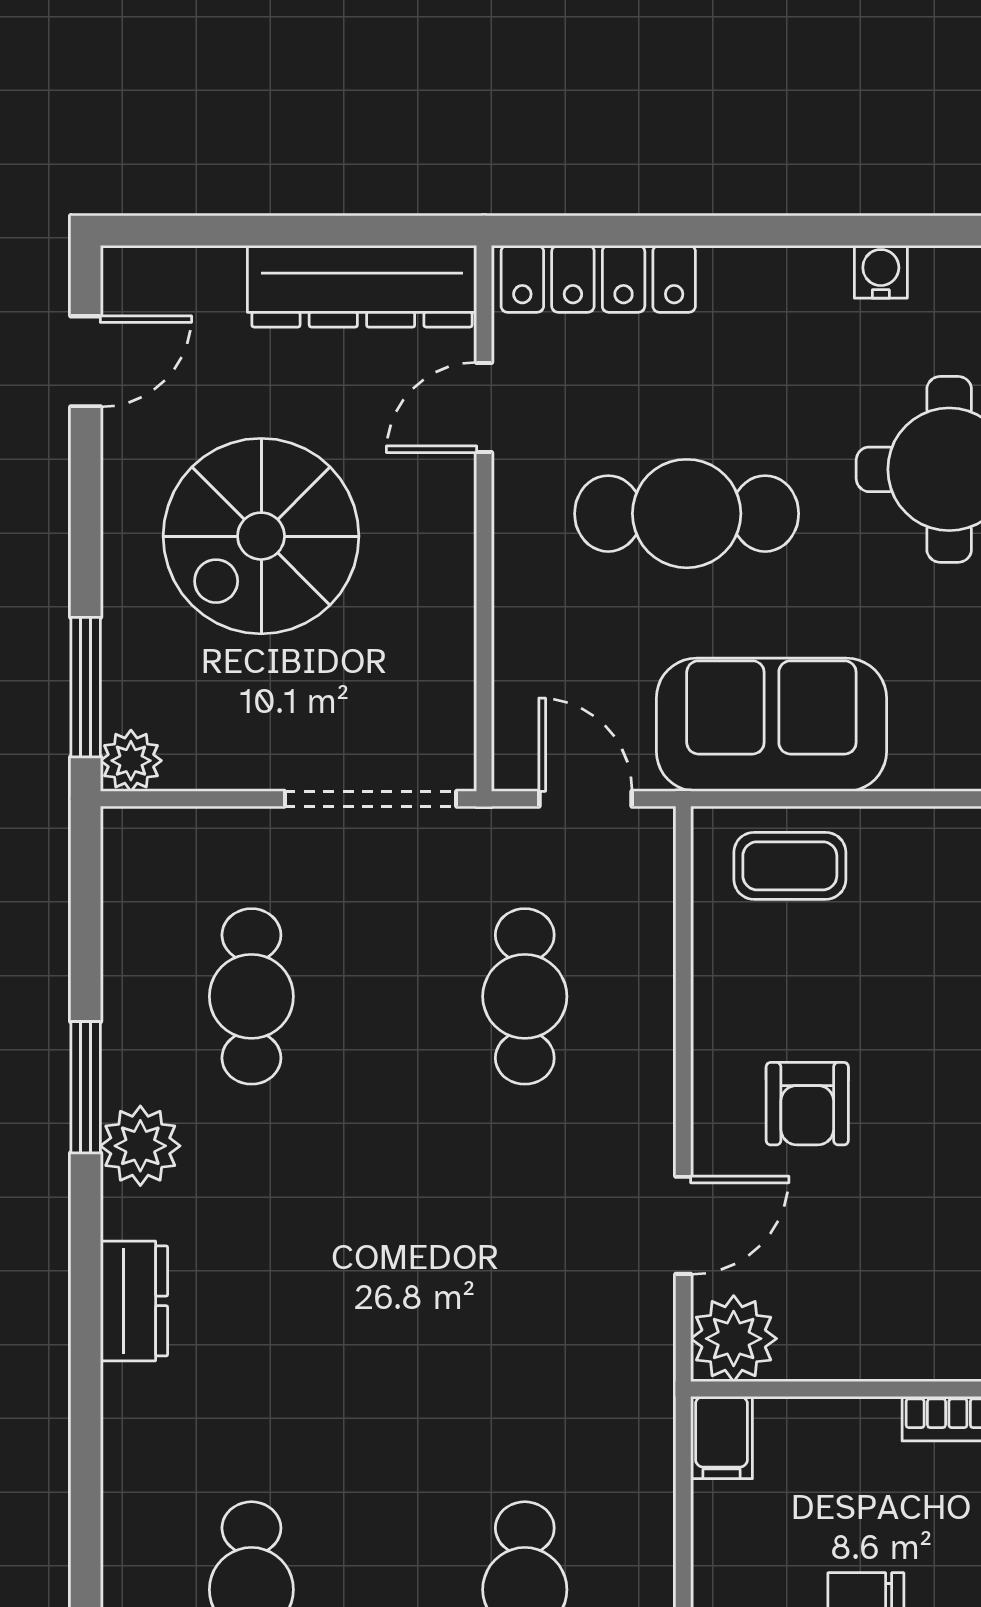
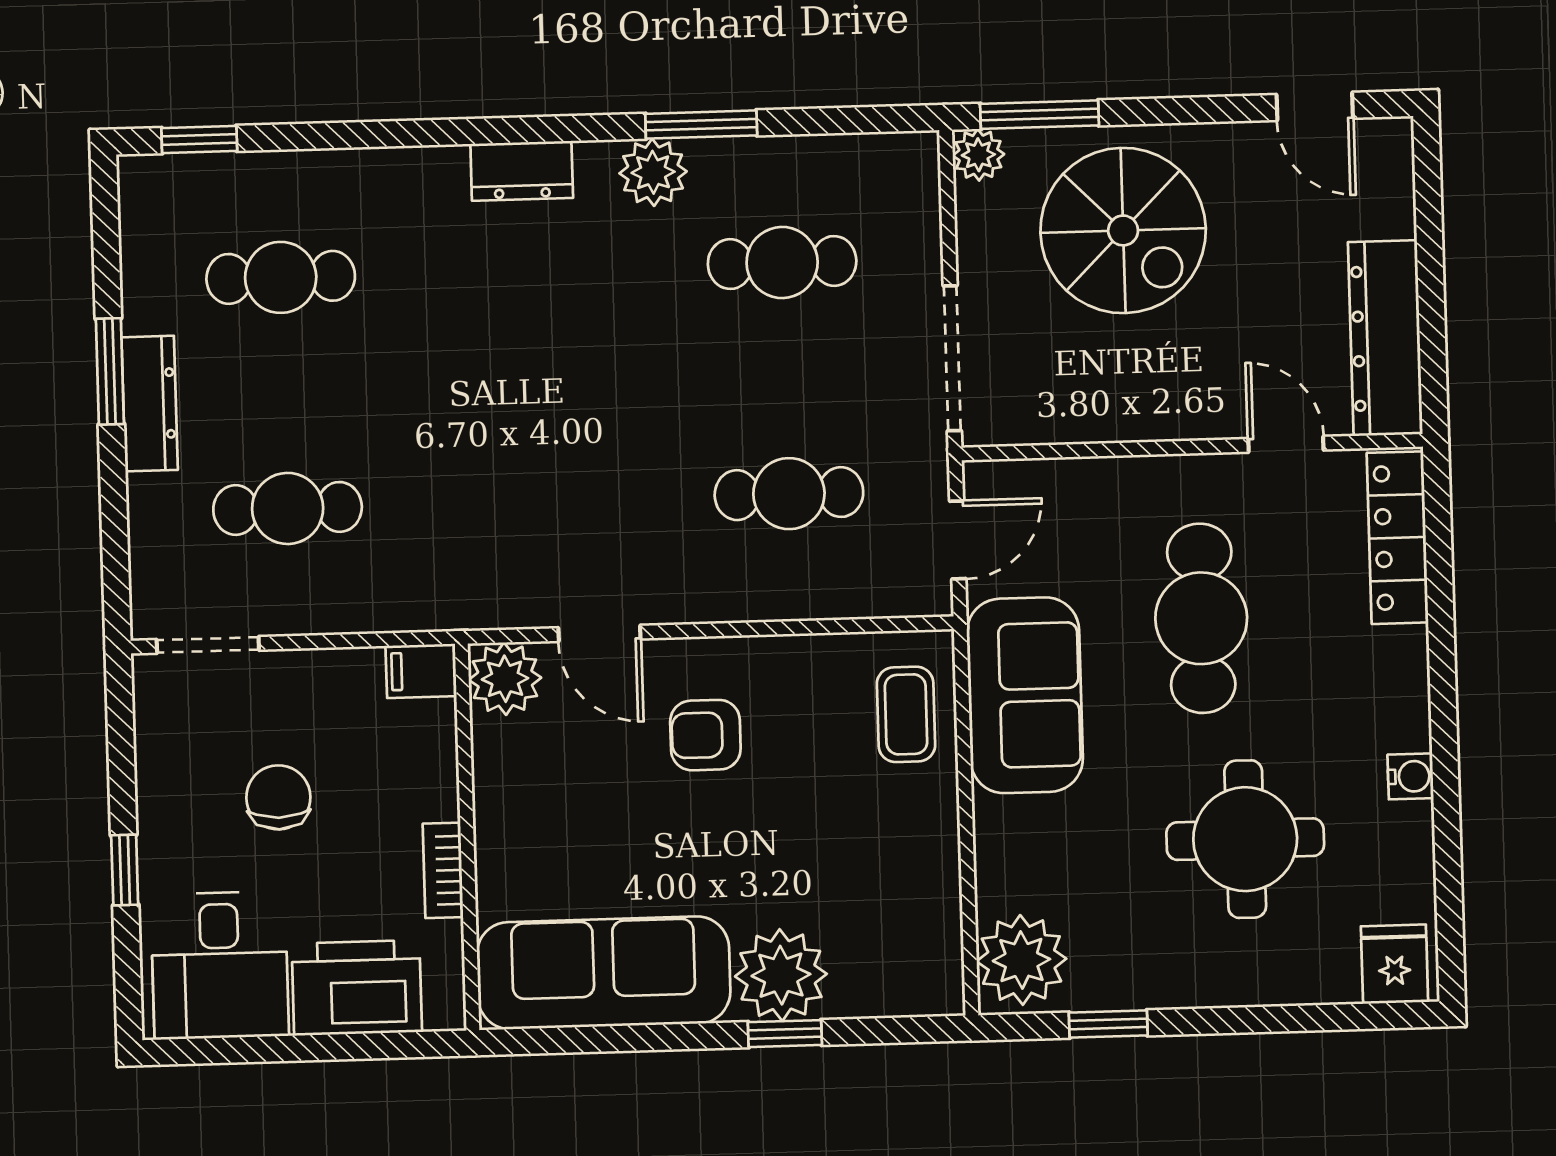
spiral stairs: (261, 536) -> (1123, 230), moved, turned 180

